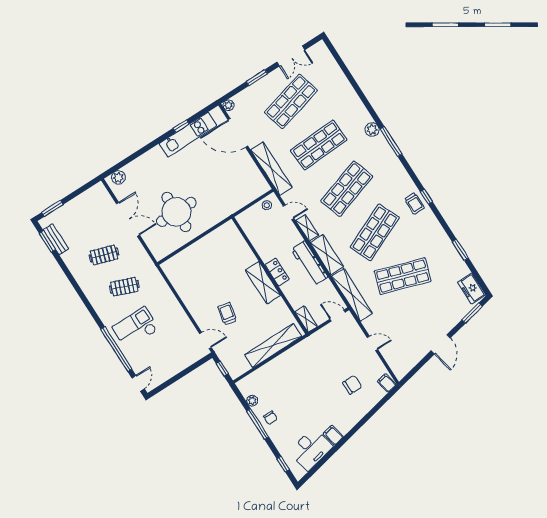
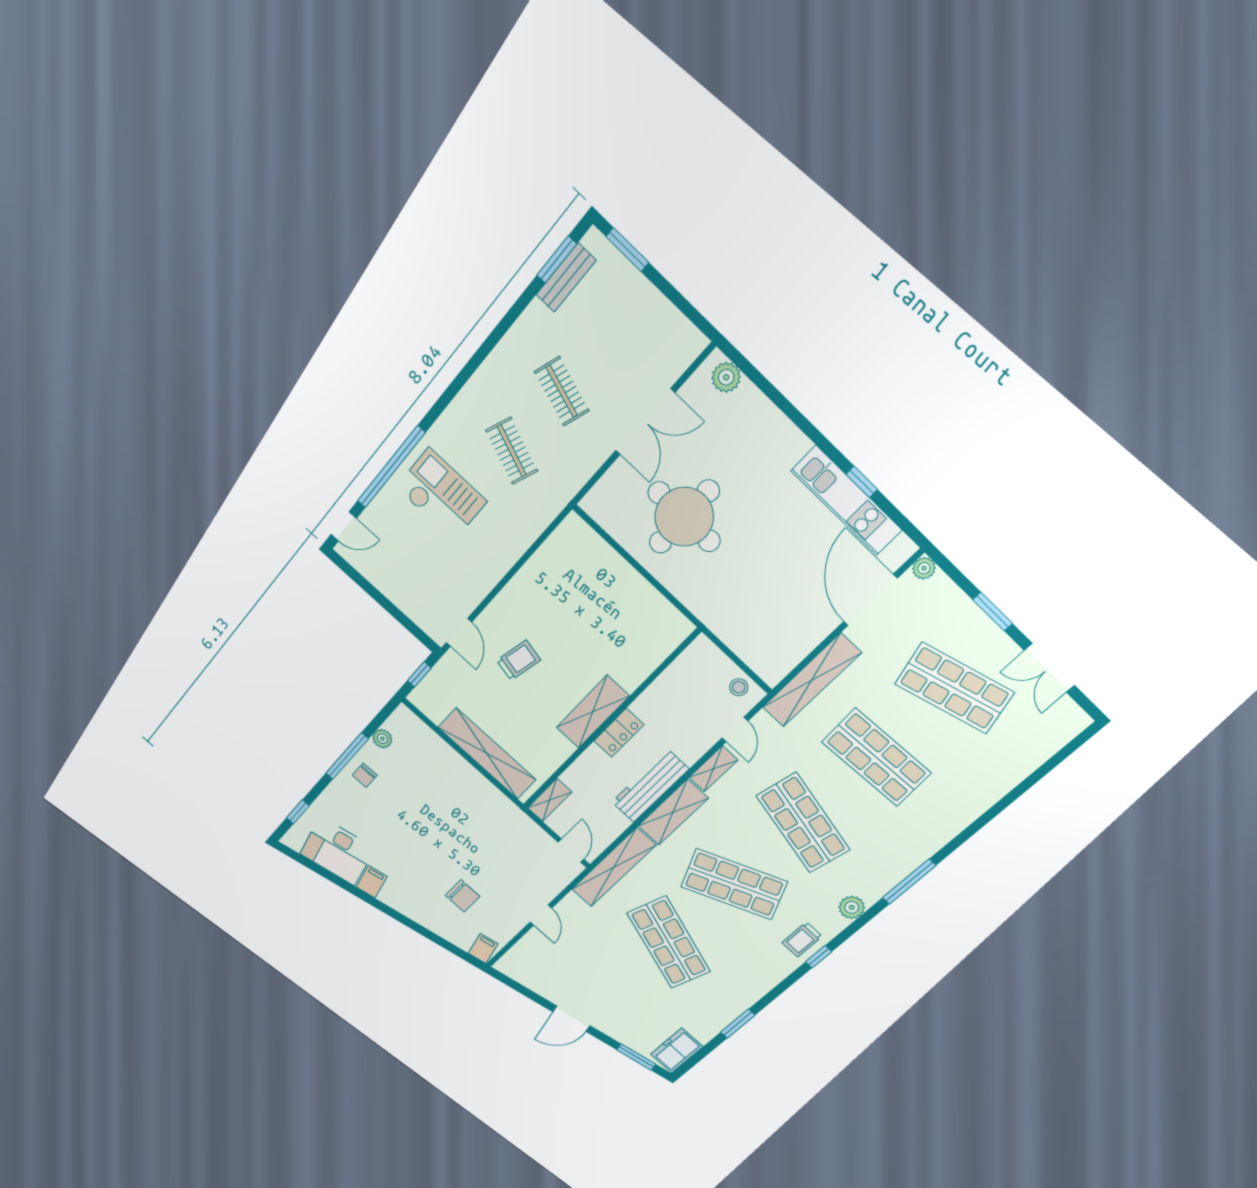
plant: (372, 130) -> (852, 907), moved
shop shelf: (347, 189) -> (803, 823), turned 30

